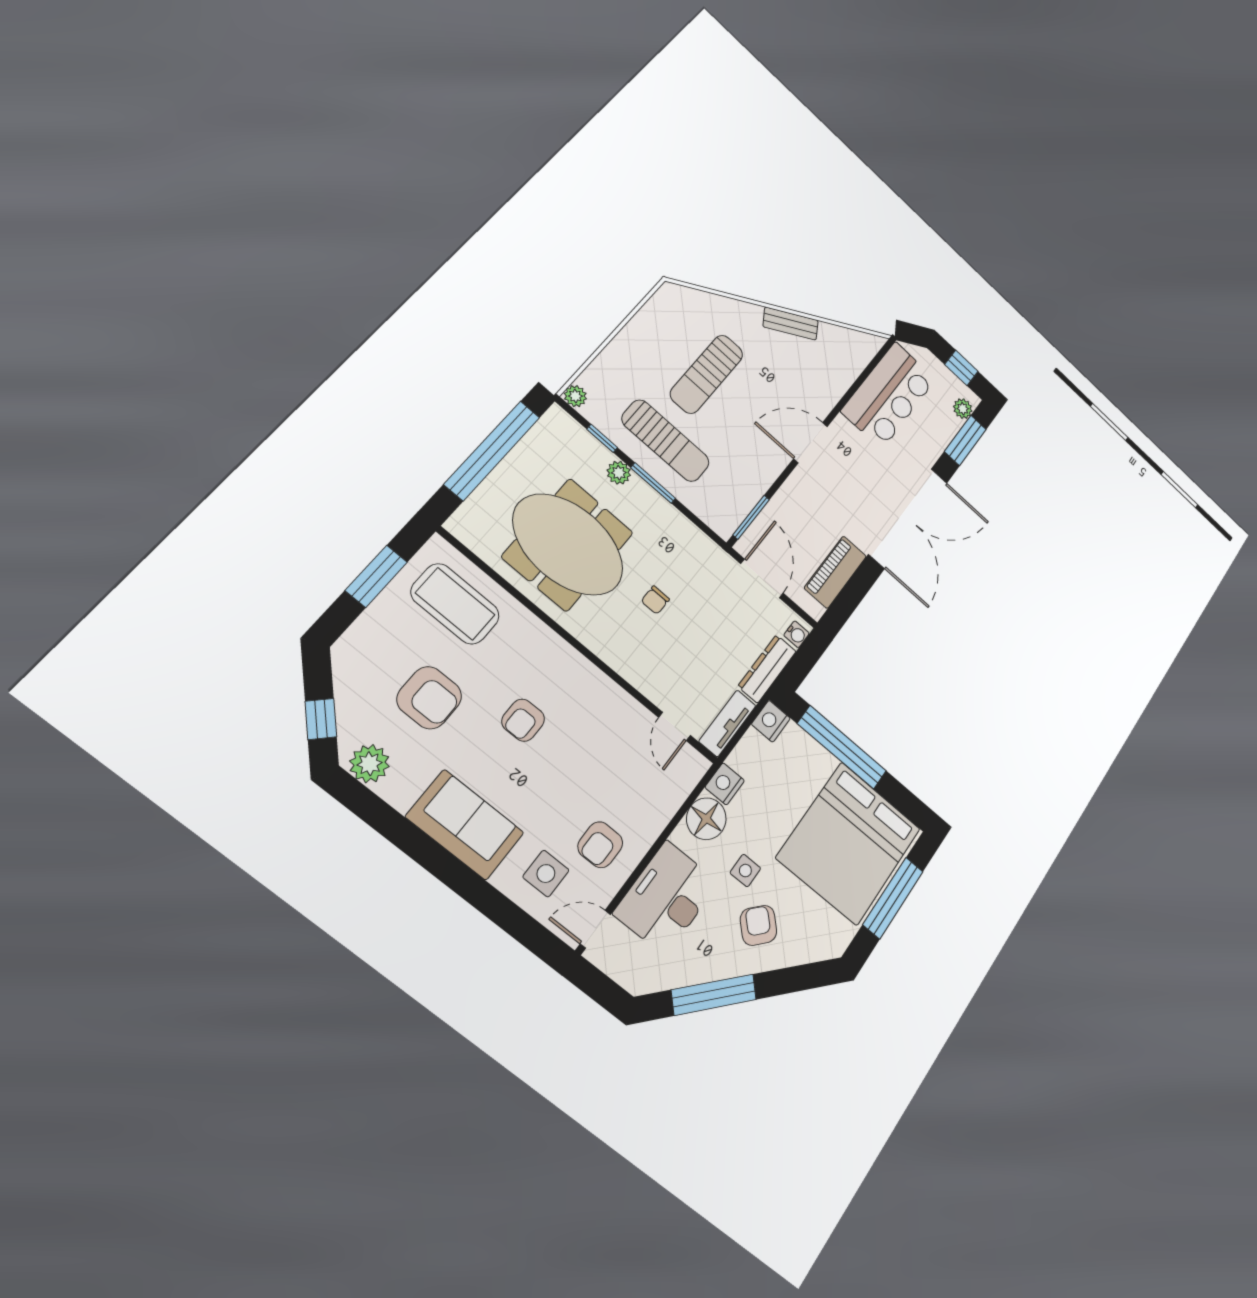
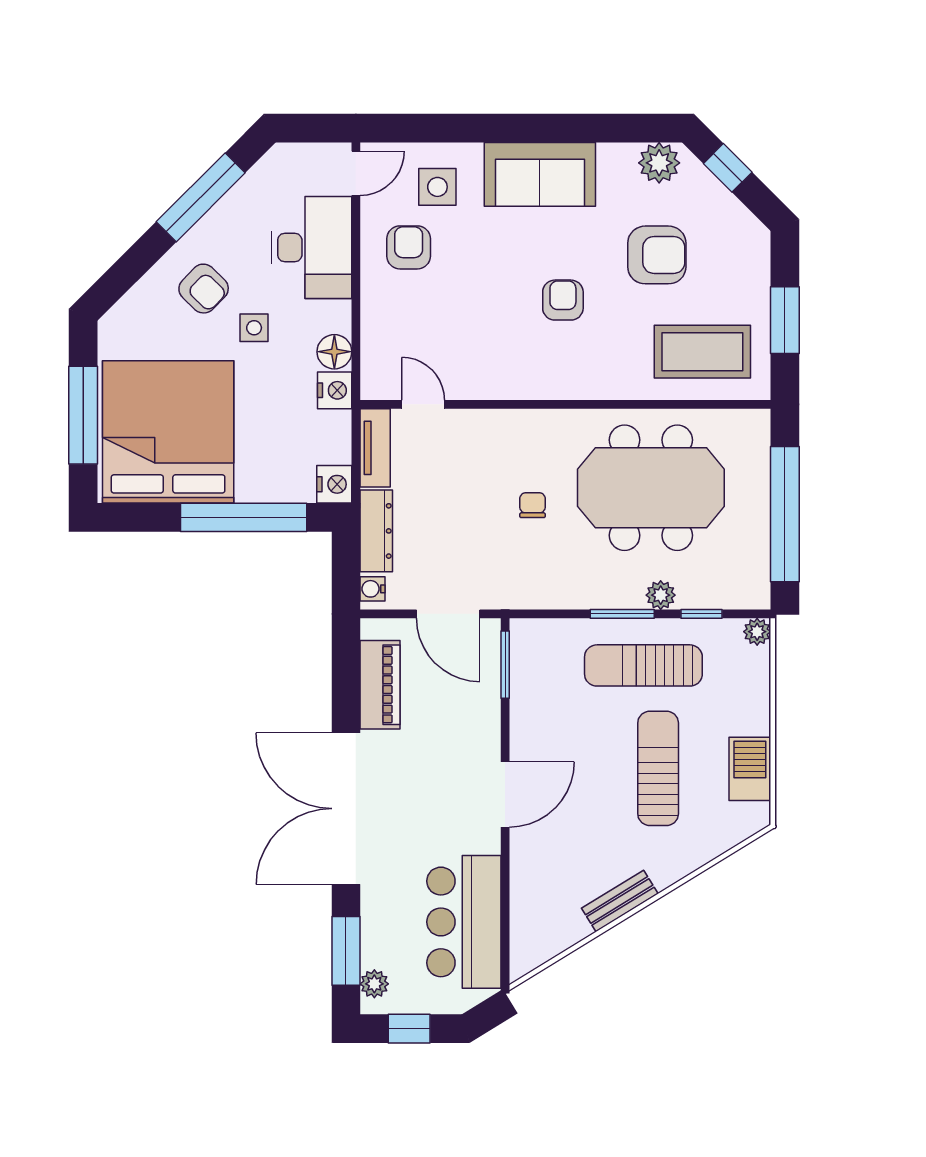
barbecue: (650, 322) -> (750, 769), added
armchair: (429, 698) -> (657, 255), turned 180
floor lamp: (706, 819) -> (334, 352), width x0.73, depth x0.73

